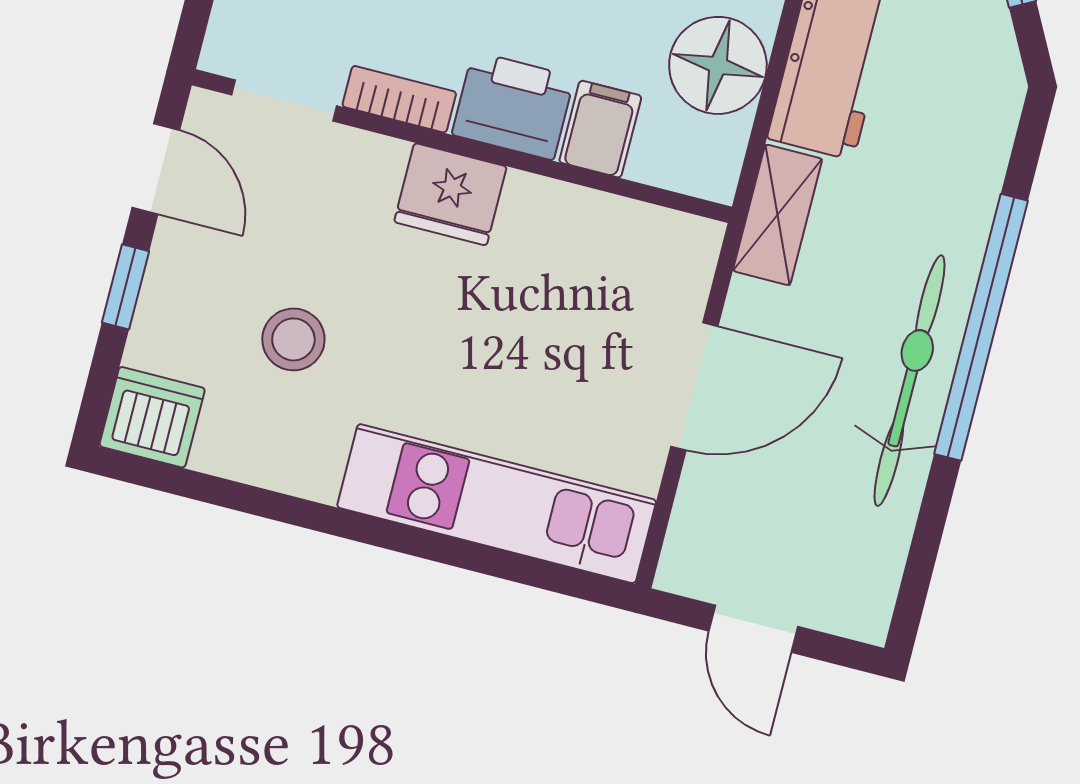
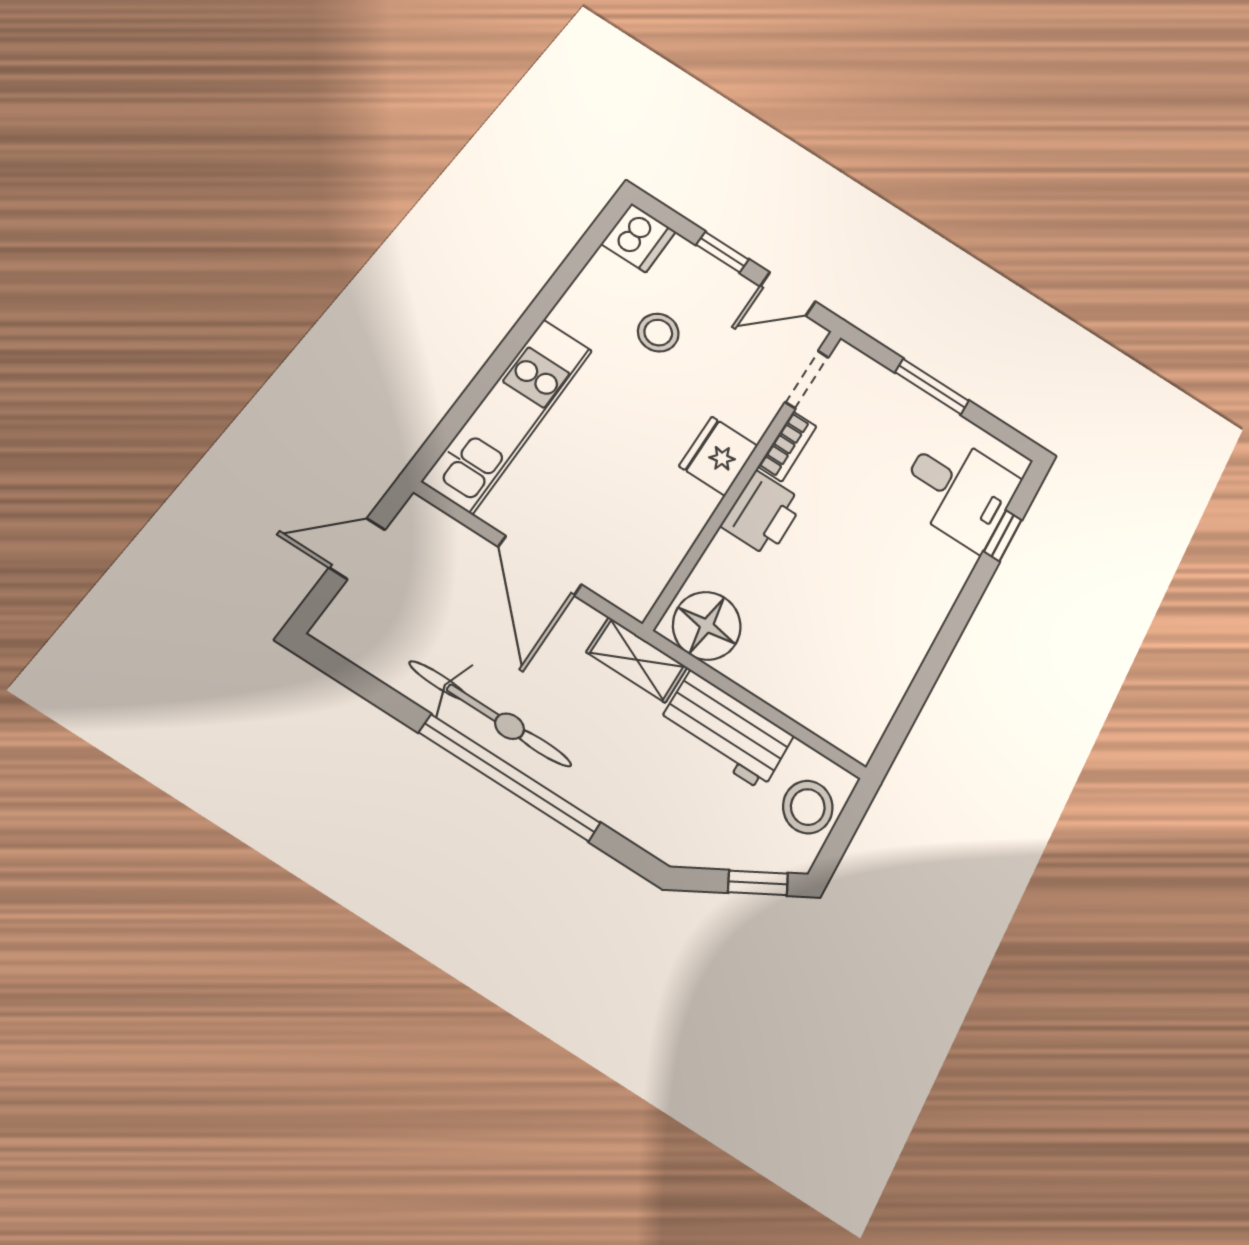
floor lamp: (718, 65) -> (707, 626), moved
filing cabinet: (600, 129) -> (731, 563), removed

